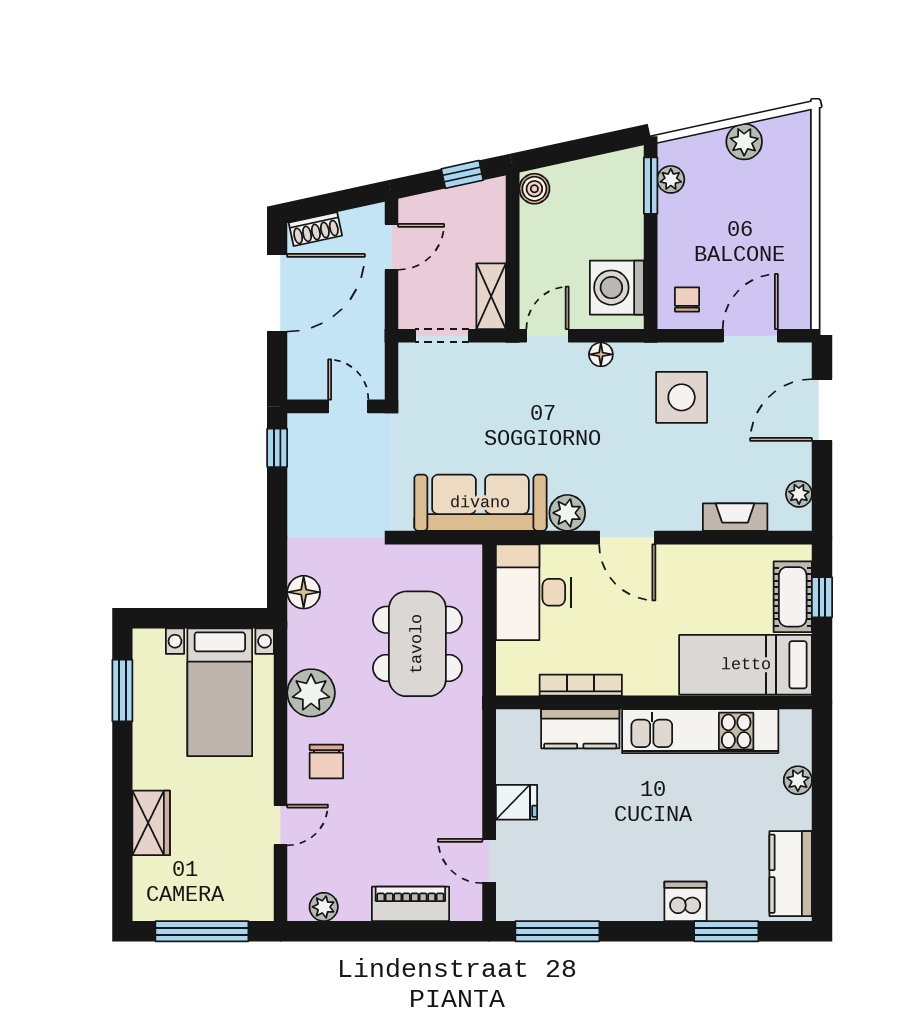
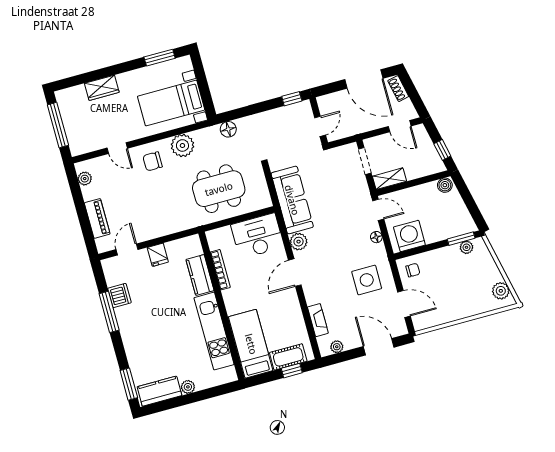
plant: (744, 142) -> (501, 291), moved
plant: (798, 780) -> (188, 387), moved
dishwasher: (686, 901) -> (119, 296), moved
window: (557, 931) -> (109, 312), moved
window: (726, 931) -> (129, 384), moved

